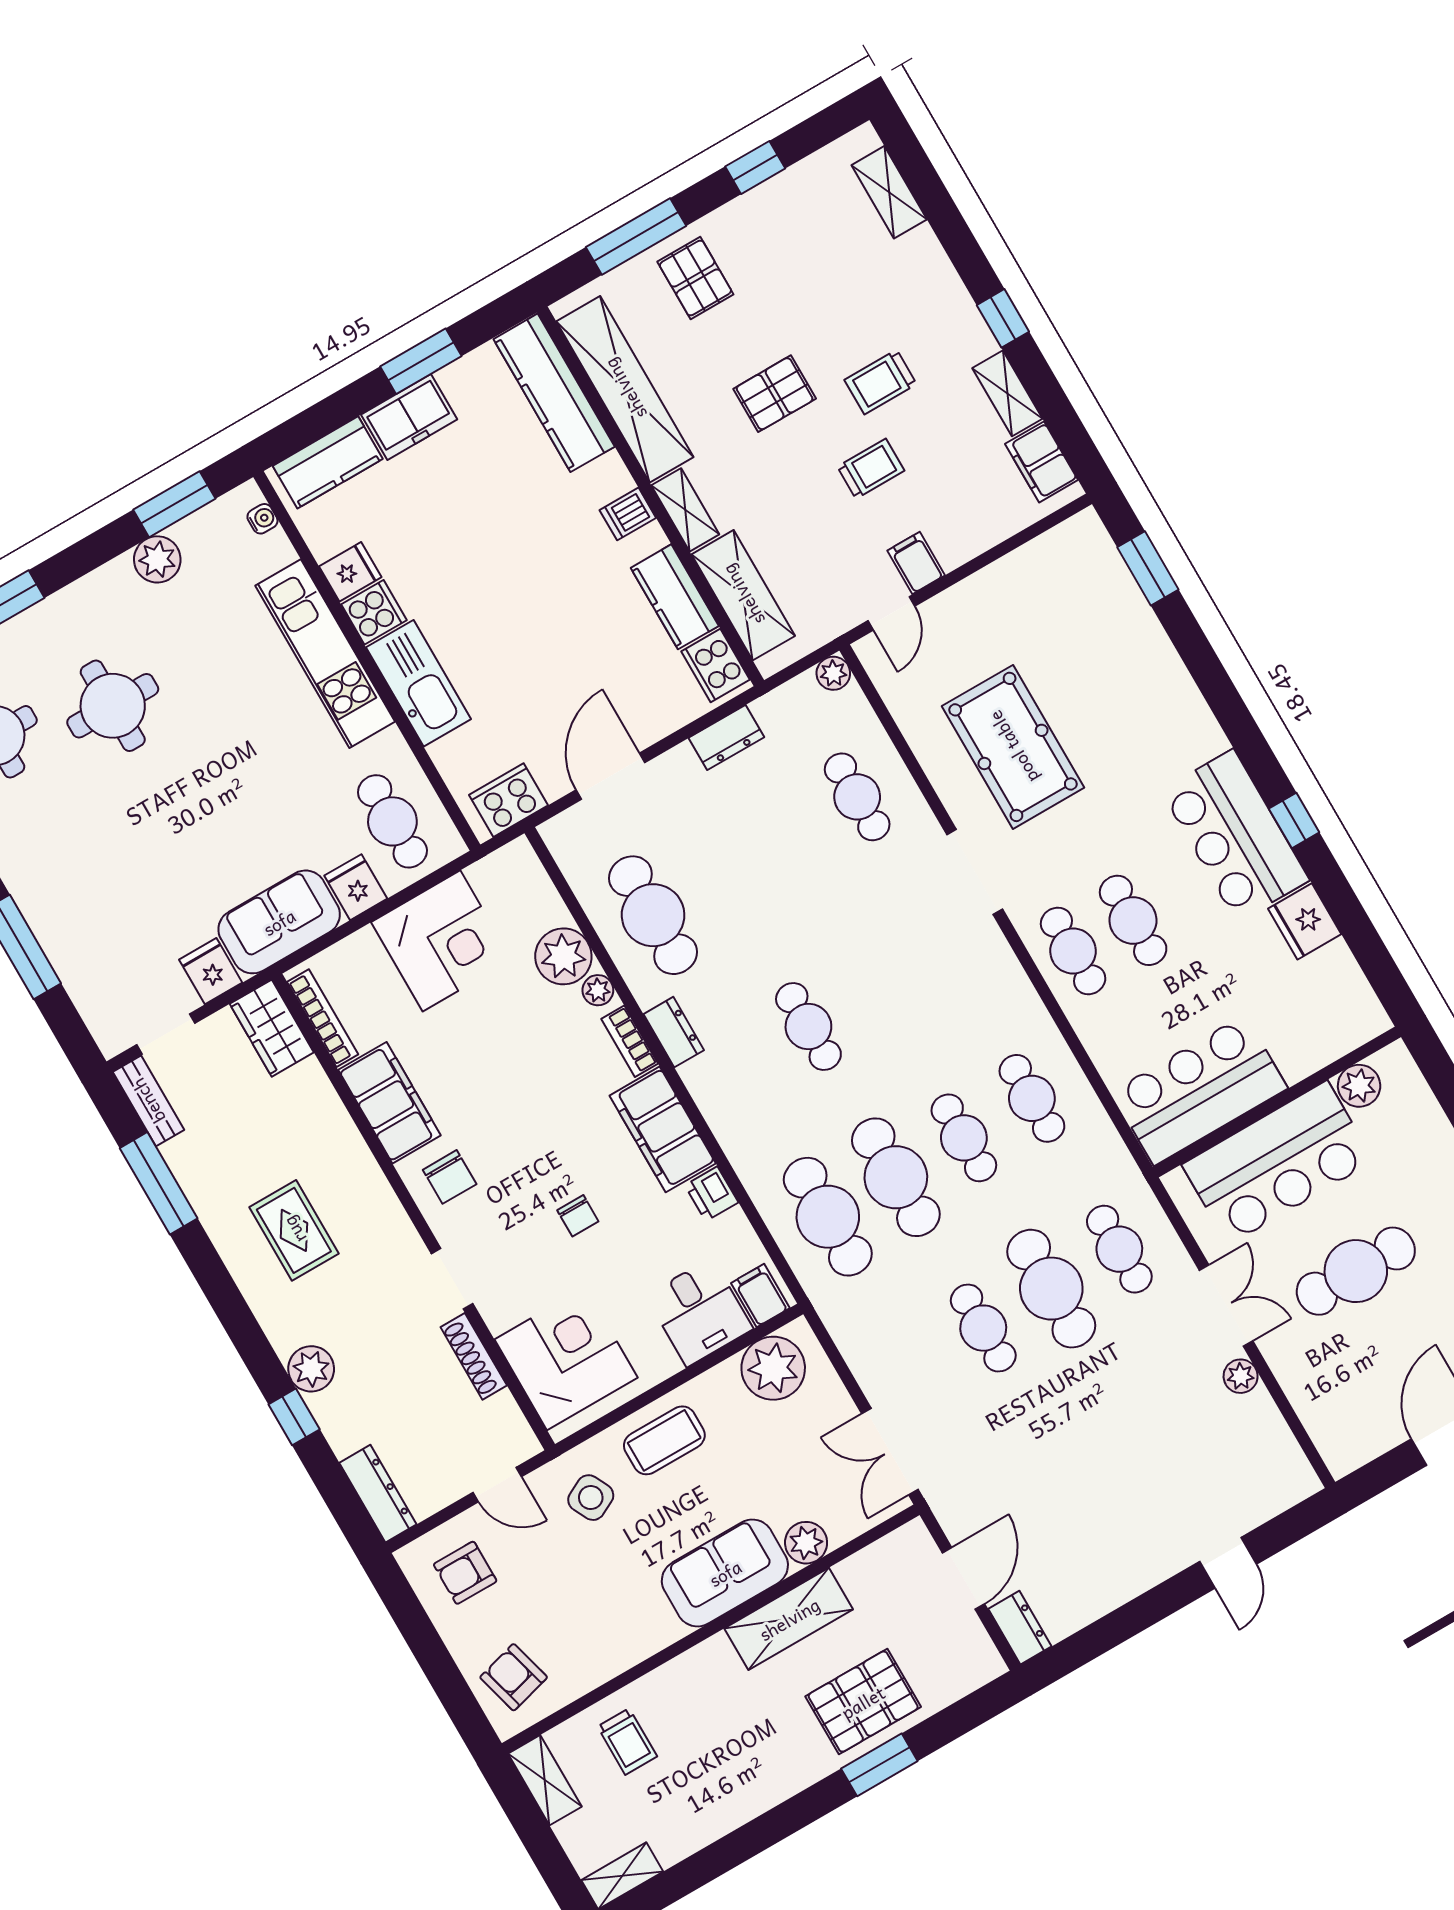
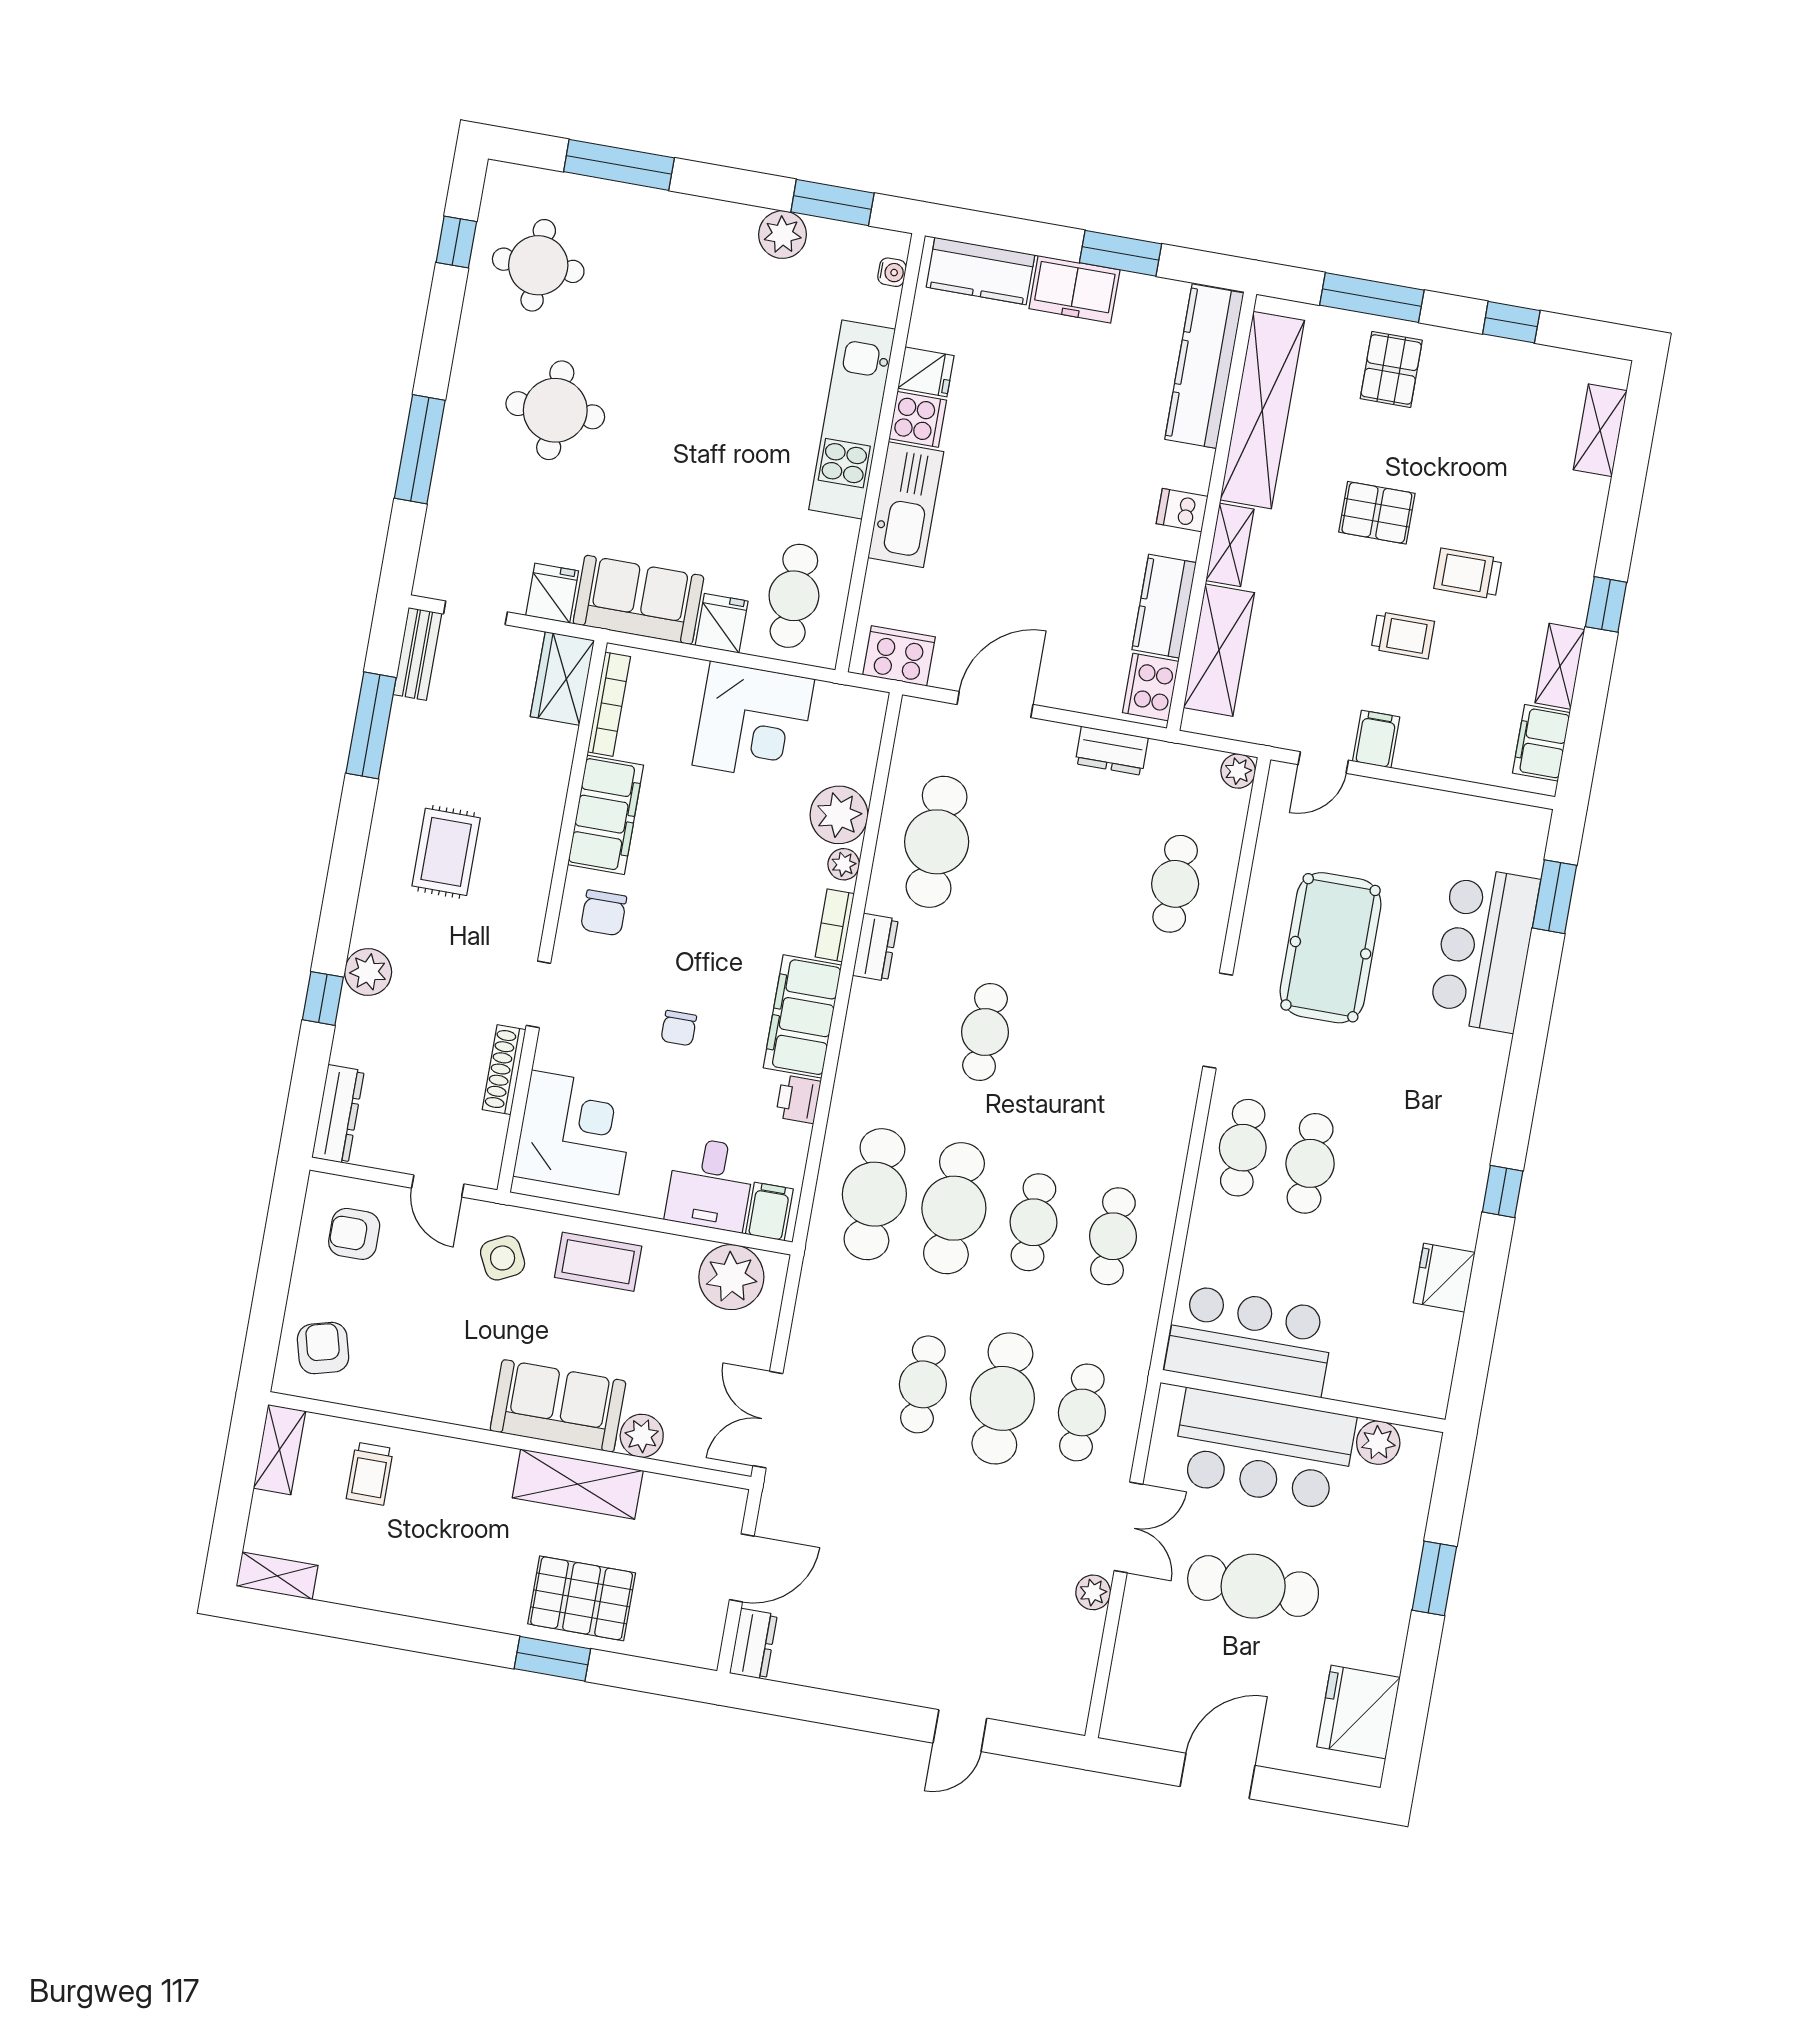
round table: (113, 706) -> (555, 410), moved
bar counter: (1235, 835) -> (1484, 949), moved

